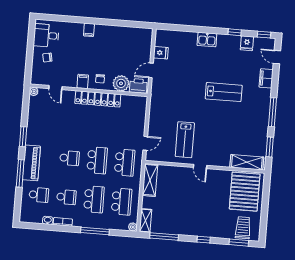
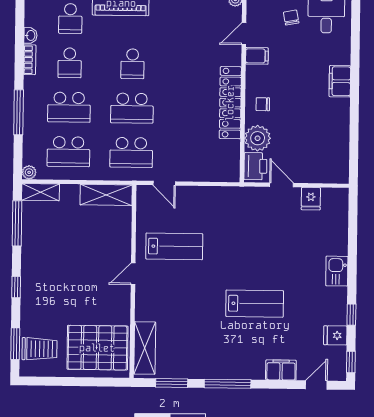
filing cabinet: (89, 30) -> (340, 81), width x2.00
filing cabinet: (83, 81) -> (257, 56), moved
lab bench: (224, 92) -> (255, 304), turned -90
lab bench: (185, 140) -> (174, 246), turned 180

